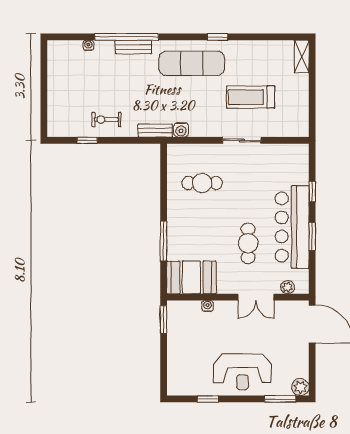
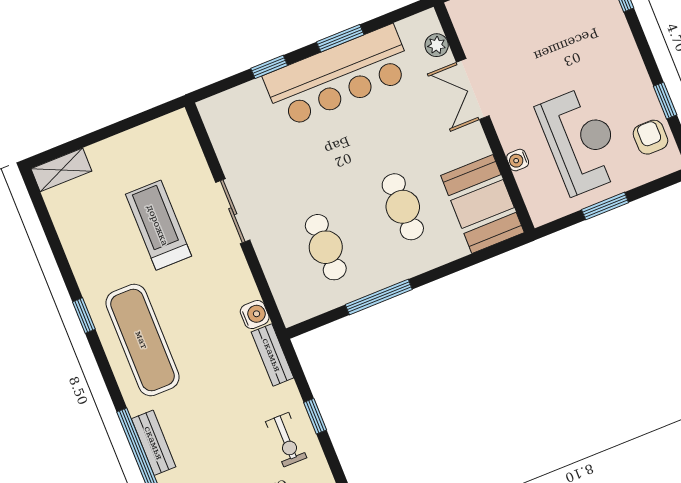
treadmill: (251, 97) -> (158, 225), turned 180
window: (87, 140) -> (315, 416), moved
window: (164, 241) -> (379, 297), moved
cafe table: (248, 243) -> (403, 207), moved, turned 90
double door: (256, 297) -> (473, 89), swing flipped
window: (164, 320) -> (605, 206), moved
reception desk: (242, 372) -> (581, 141), moved
armchair: (191, 383) -> (650, 137), added

